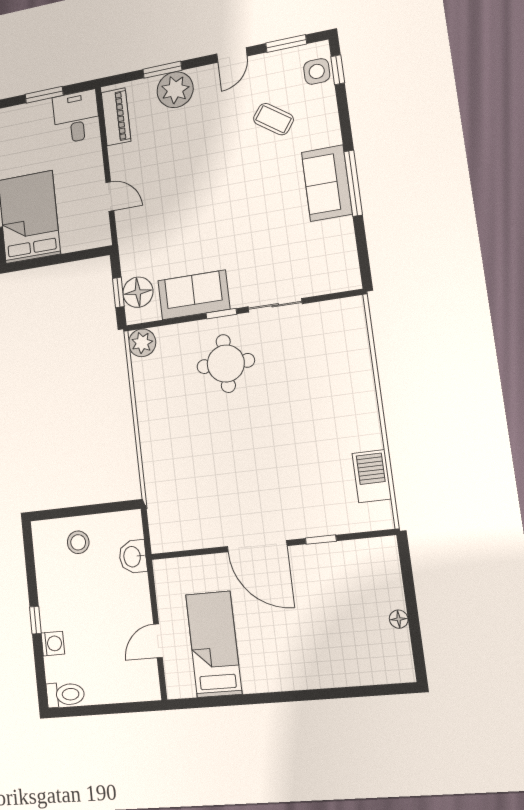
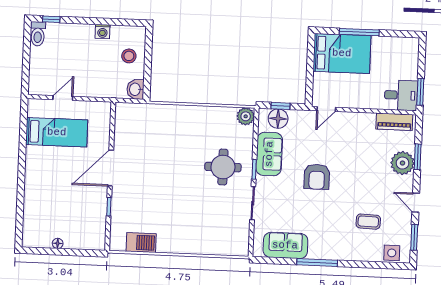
window: (338, 70) -> (390, 266), removed
window: (44, 95) -> (420, 92), moved
coffee table: (273, 119) -> (368, 222), turned 56
sofa: (327, 183) -> (285, 245), moved
door: (110, 197) -> (326, 109), moved
armchair: (217, 214) -> (317, 177), added
washbasin: (133, 557) -> (135, 89), moved, turned -90
window: (35, 620) -> (51, 19), moved
door: (158, 641) -> (63, 98), hinge flipped
washing machine: (53, 644) -> (102, 31), moved

